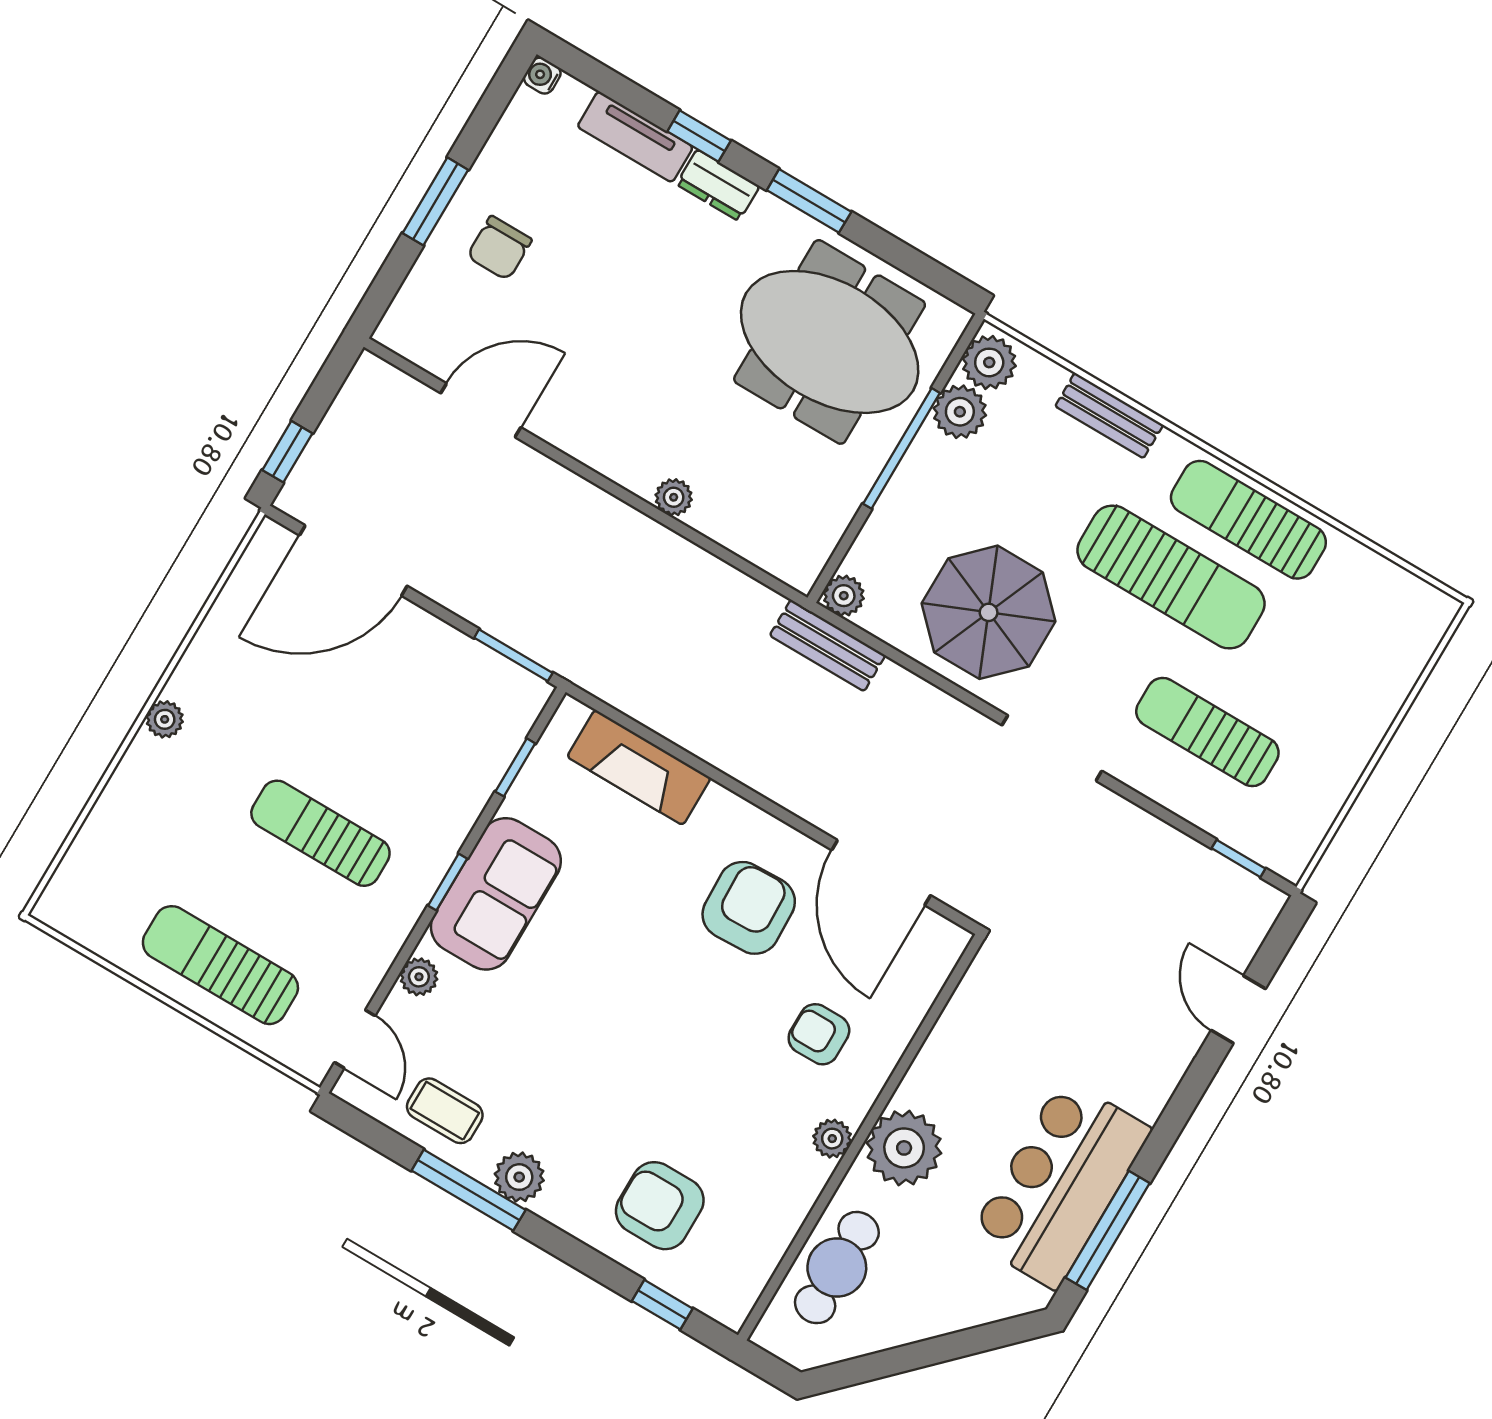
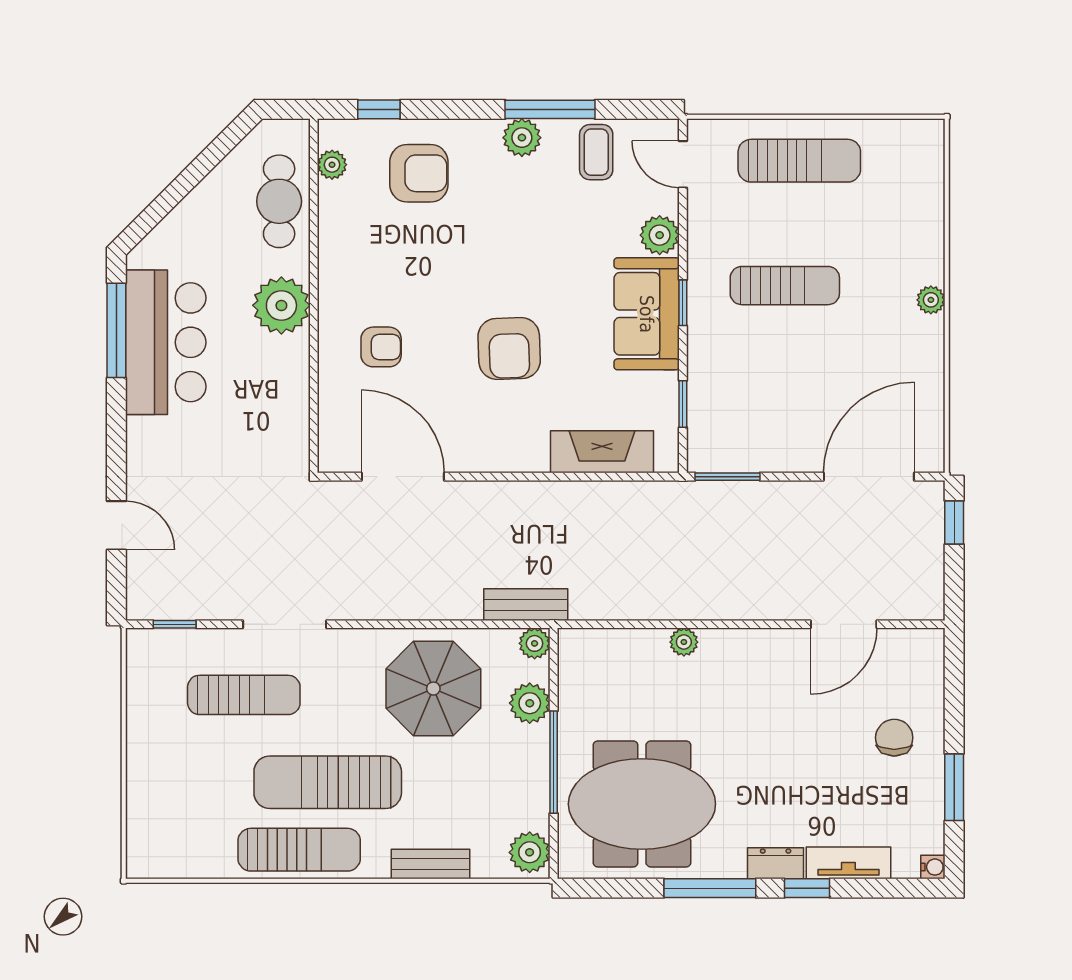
window: (435, 201) -> (954, 787), moved
window: (809, 201) -> (710, 888), width x1.44
plant: (960, 412) -> (530, 703), moved
doorway: (1052, 748) -> (285, 624), moved
armchair: (749, 908) -> (509, 349), moved
plant: (419, 977) -> (660, 235), width x1.38, depth x1.38
coffee table: (445, 1111) -> (596, 152), turned 90
plant: (832, 1139) -> (332, 165), moved

